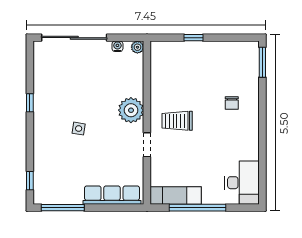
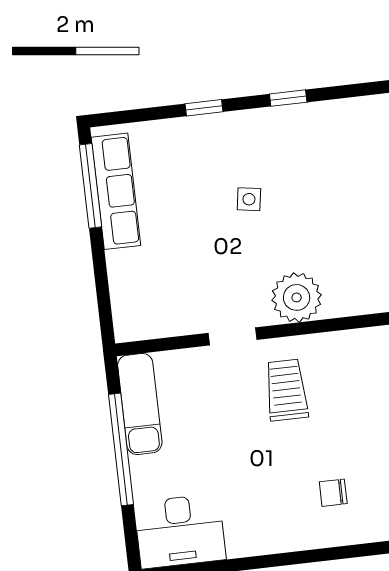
window: (30, 181) -> (204, 108), moved
row of seats: (112, 195) -> (116, 191), moved

